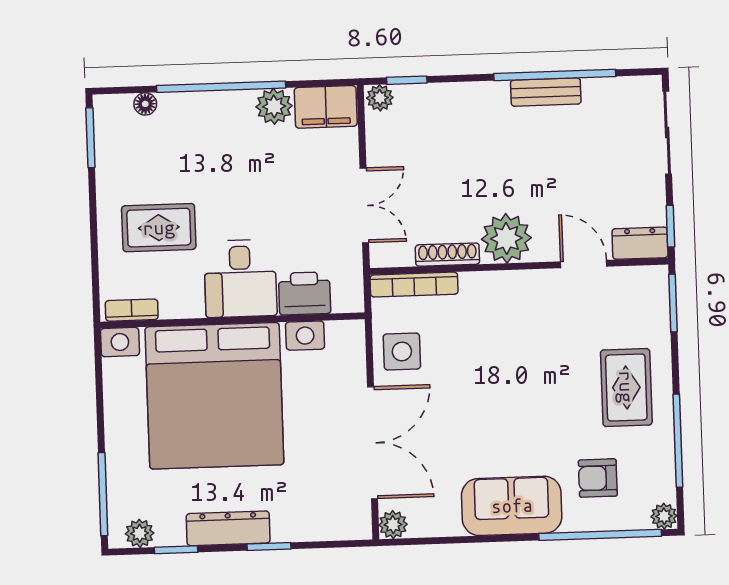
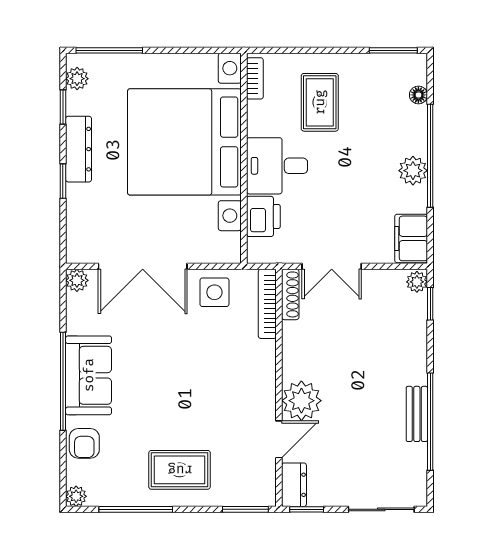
plant: (274, 106) -> (413, 171), moved
plant: (506, 238) -> (301, 401), moved
shoe rack: (447, 255) -> (290, 294), moved
armchair: (598, 478) -> (84, 443), moved, turned 180
window: (600, 535) -> (63, 381), moved

